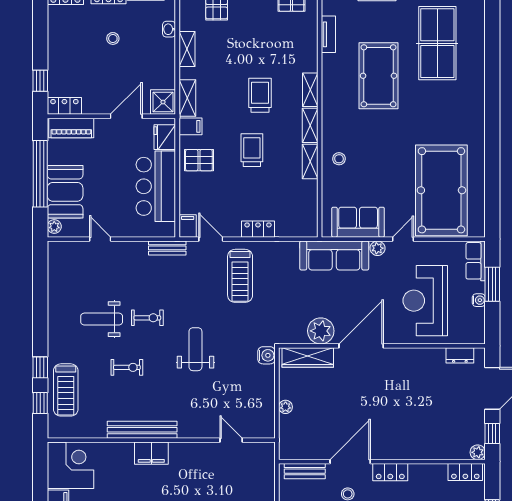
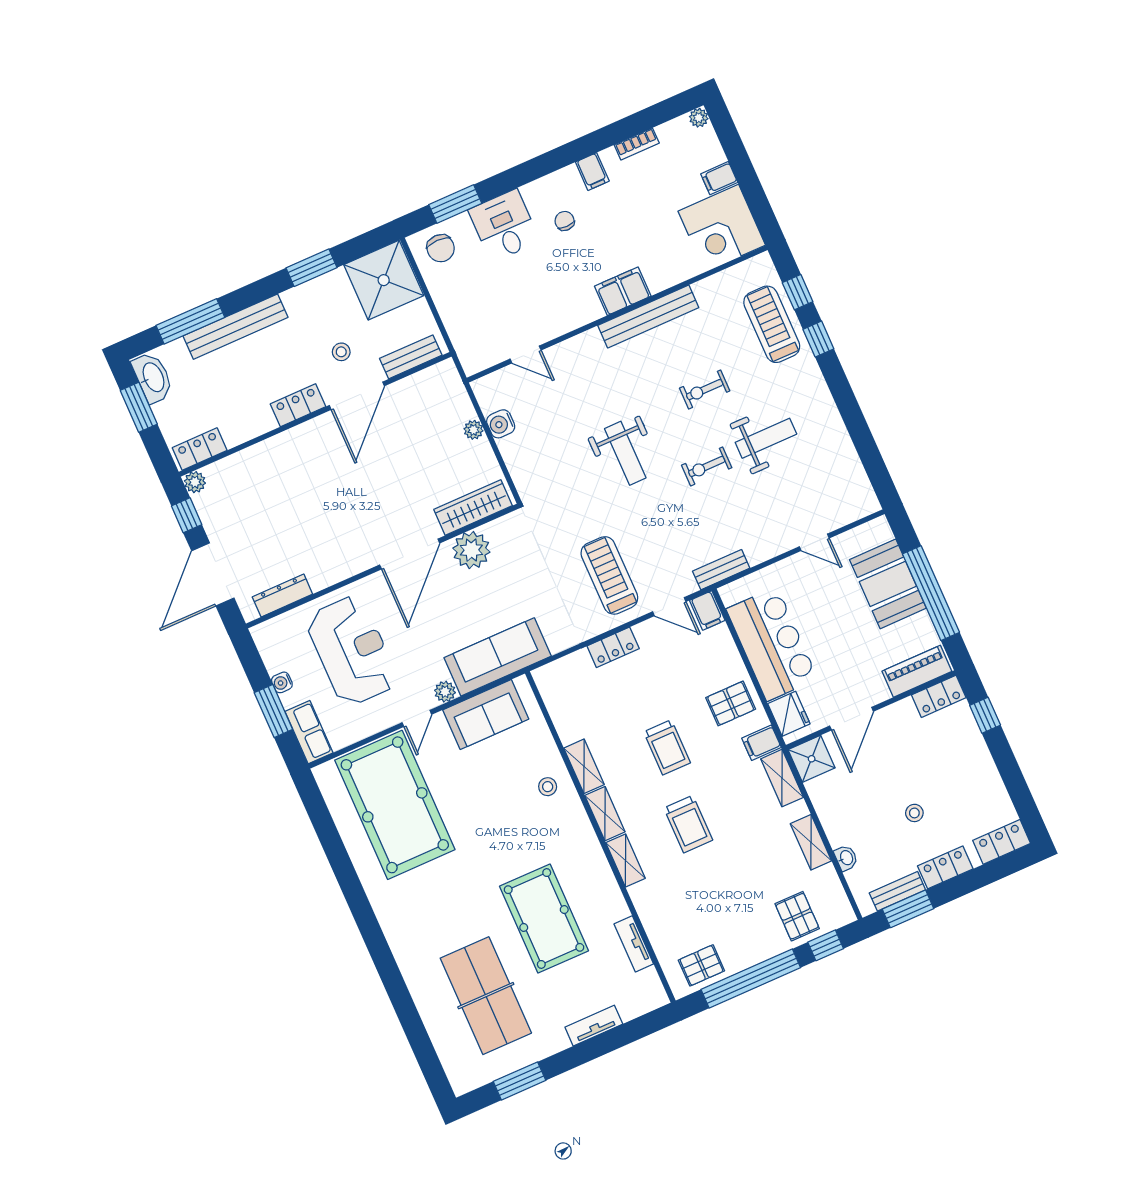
plant: (54, 227) -> (882, 532), removed
water cooler: (266, 355) -> (501, 424), moved
dresser: (460, 355) -> (282, 595), width x1.44

